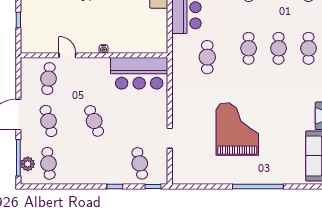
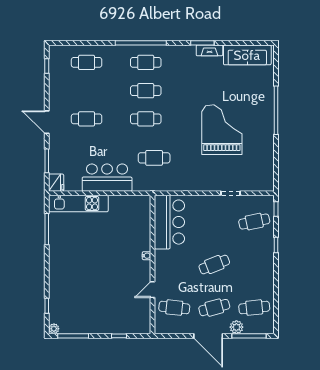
grand piano: (237, 129) -> (222, 130), turned 90
plant: (28, 164) -> (236, 327), moved

